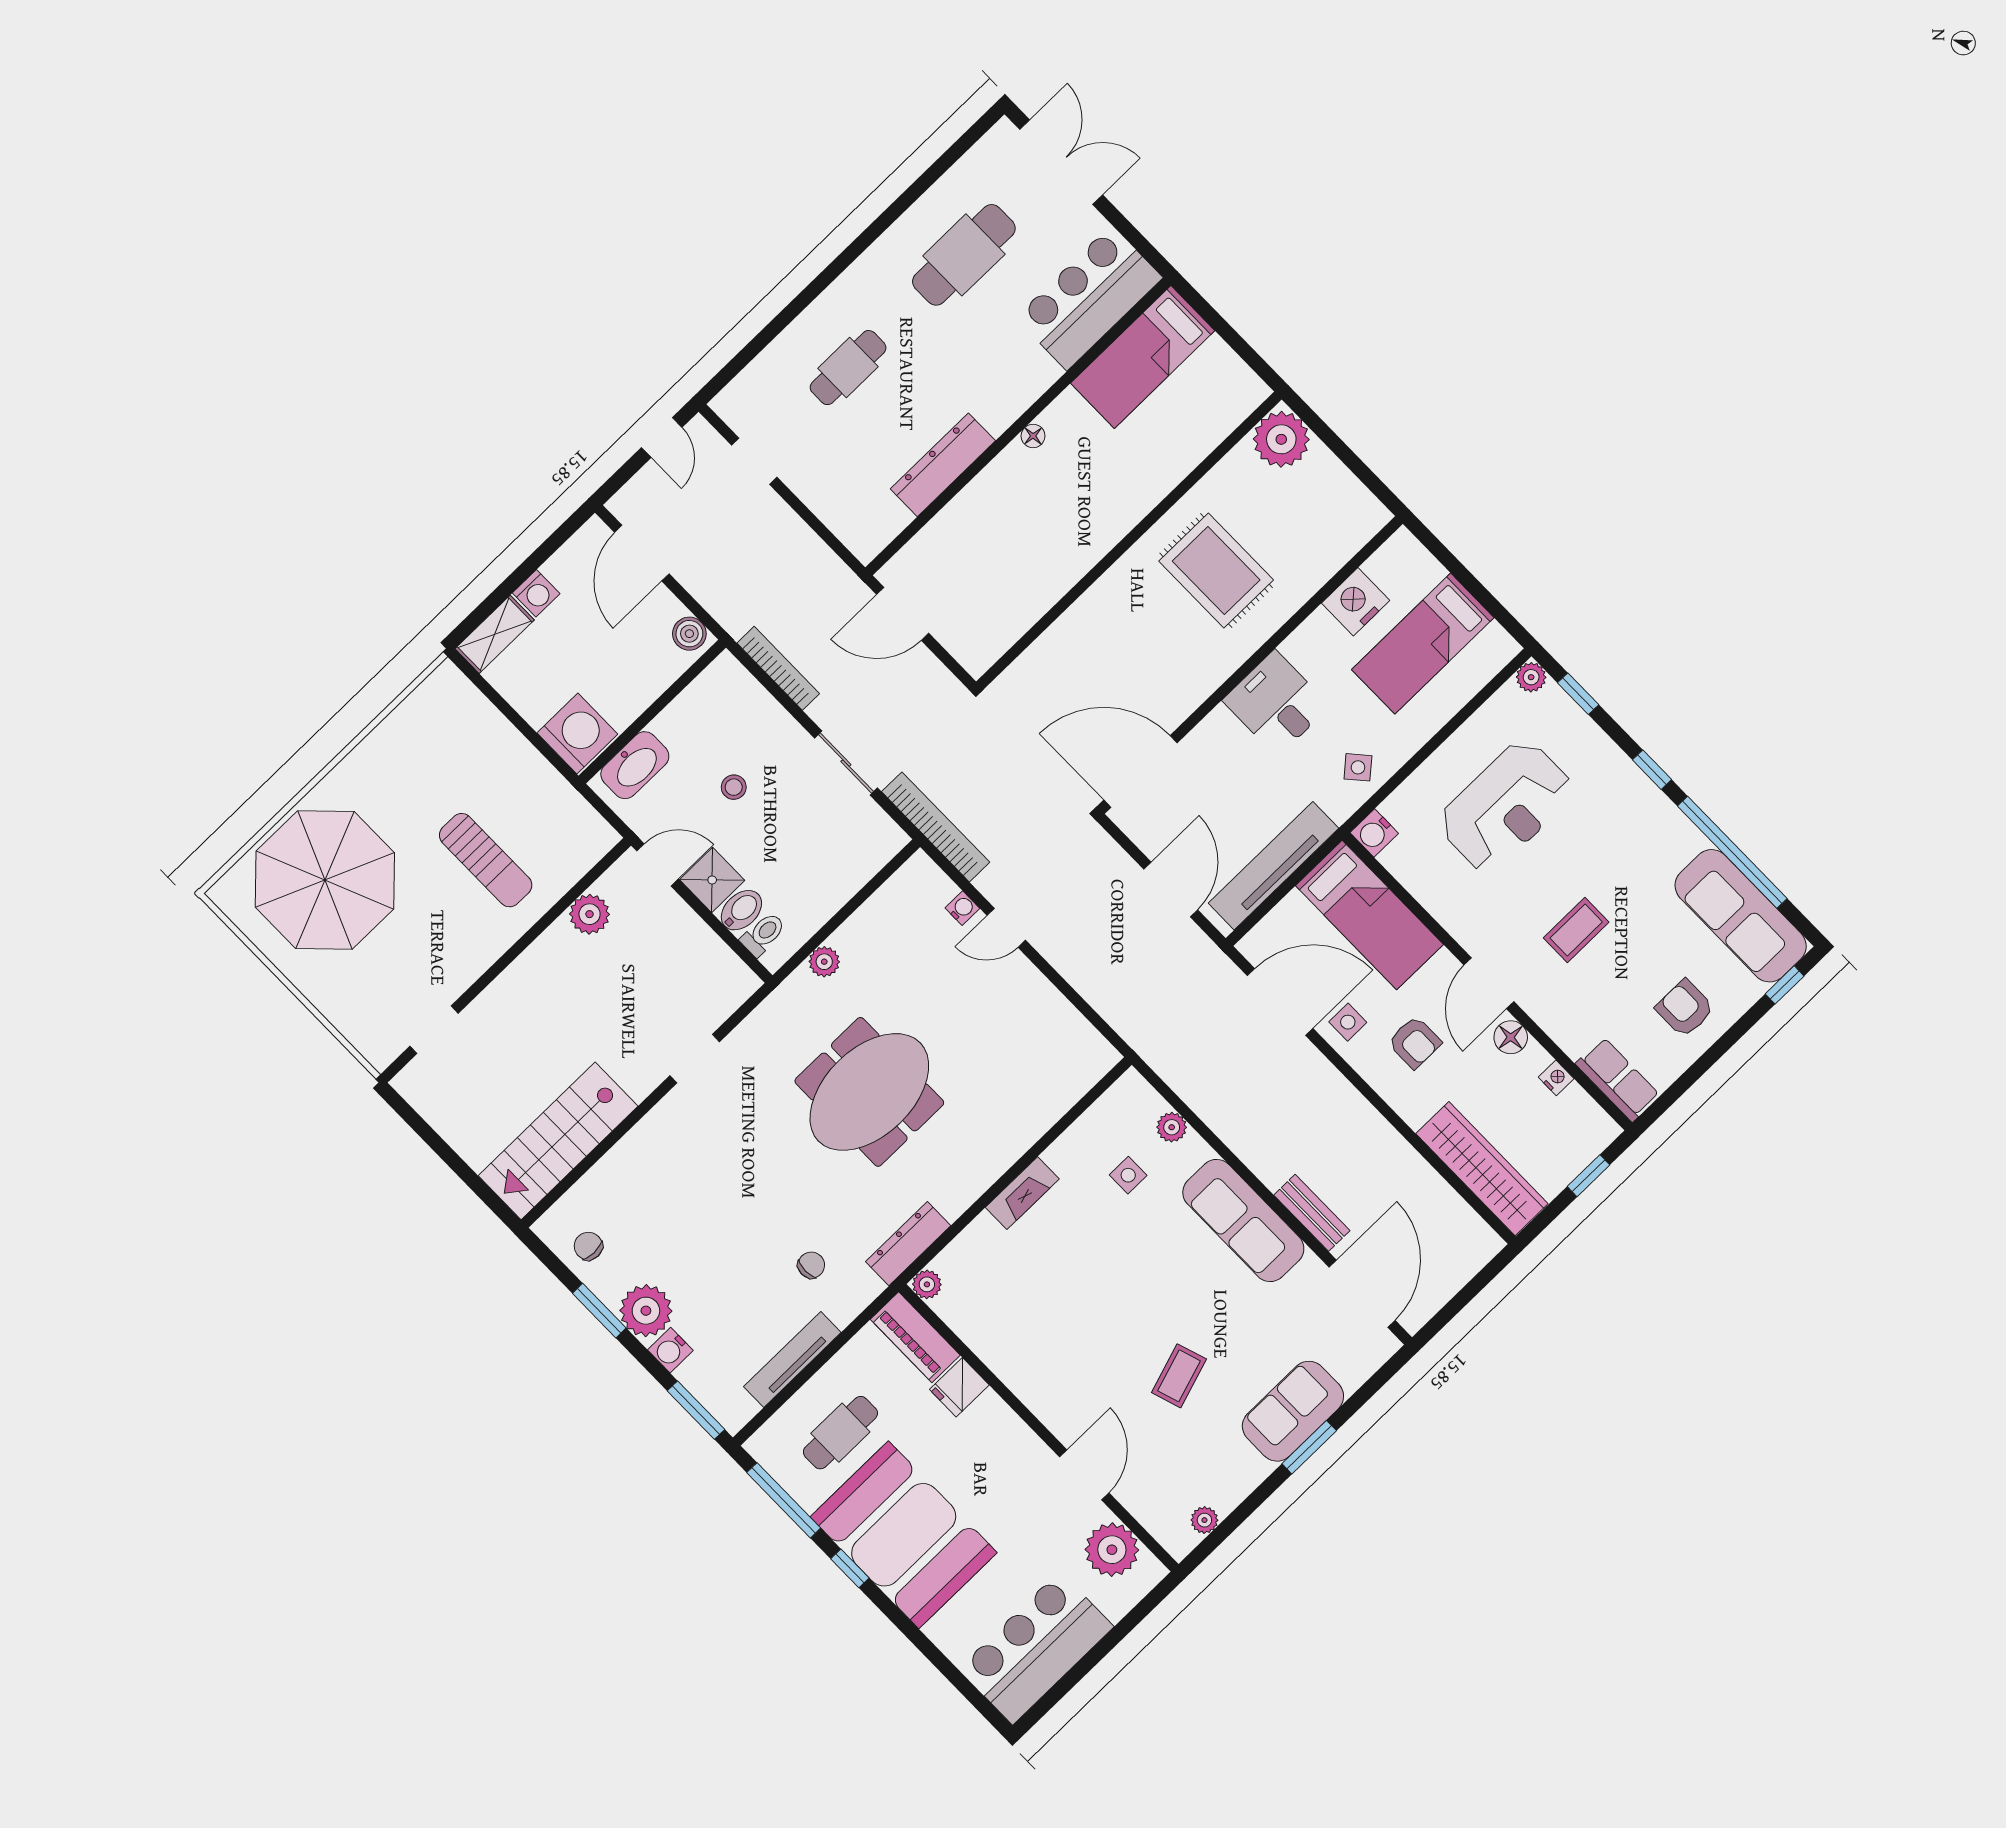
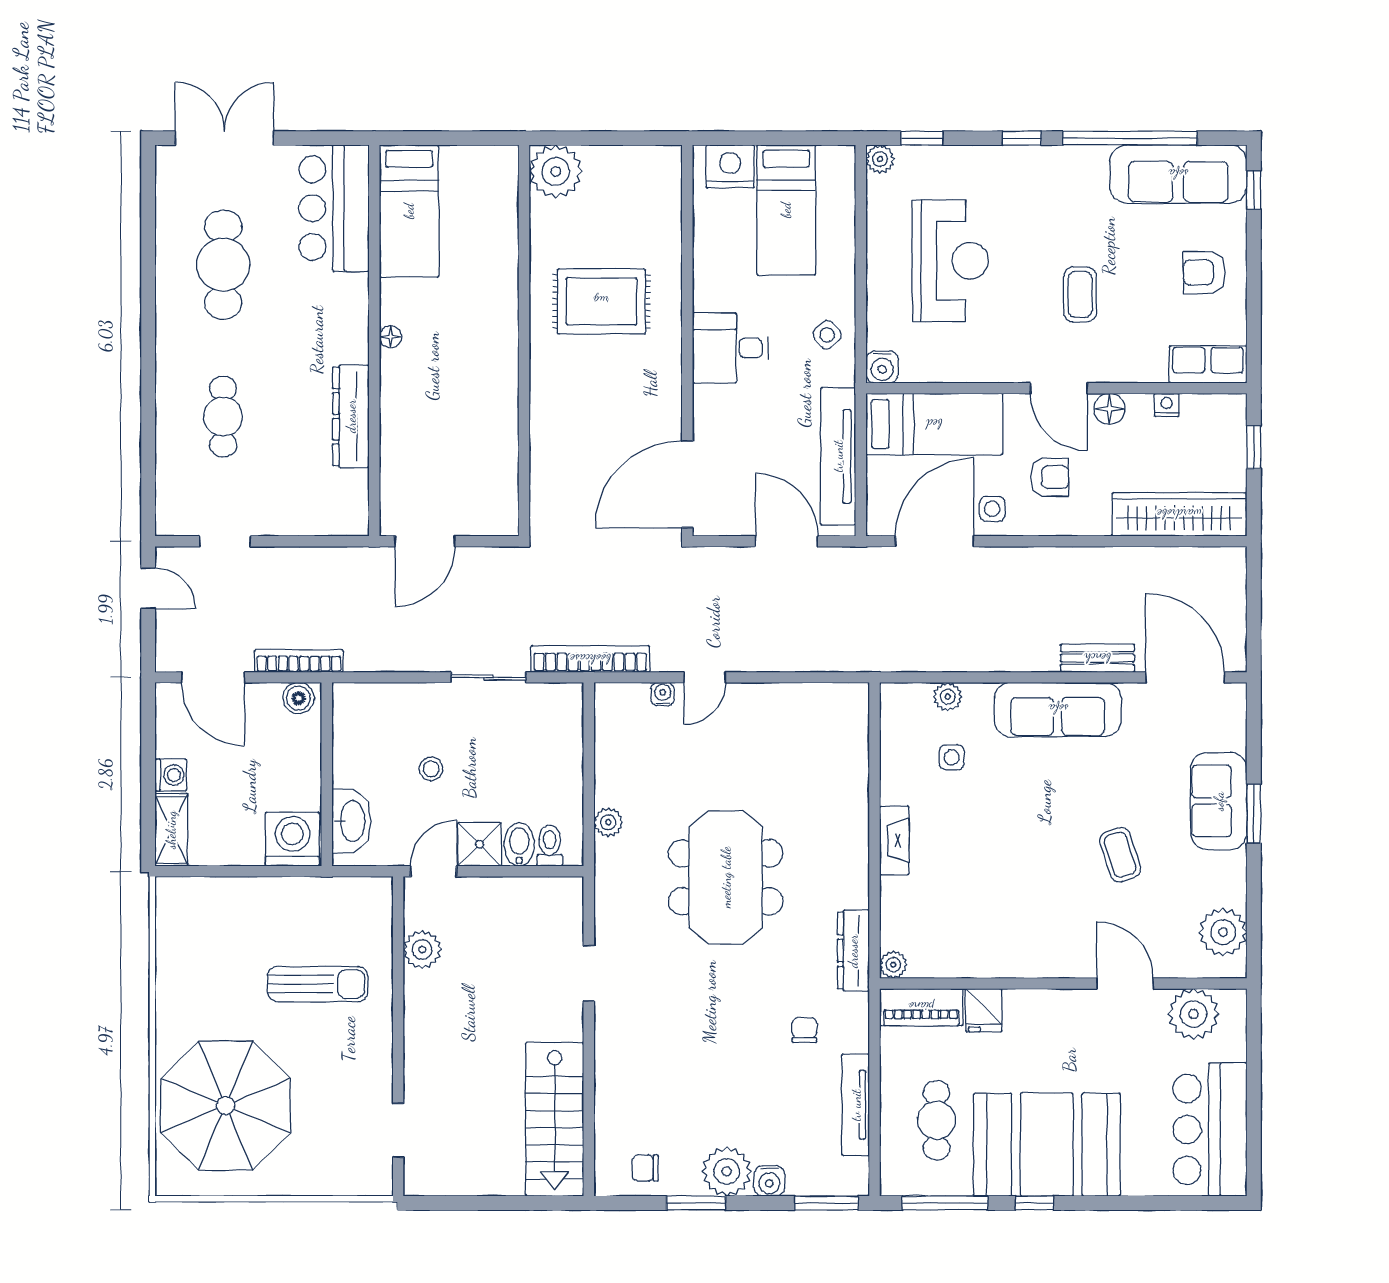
nightstand: (1356, 602) -> (730, 167), moved, turned 90
bookcase: (778, 668) -> (299, 661), moved
plant: (1204, 1520) -> (1223, 932), width x1.88, depth x1.88

